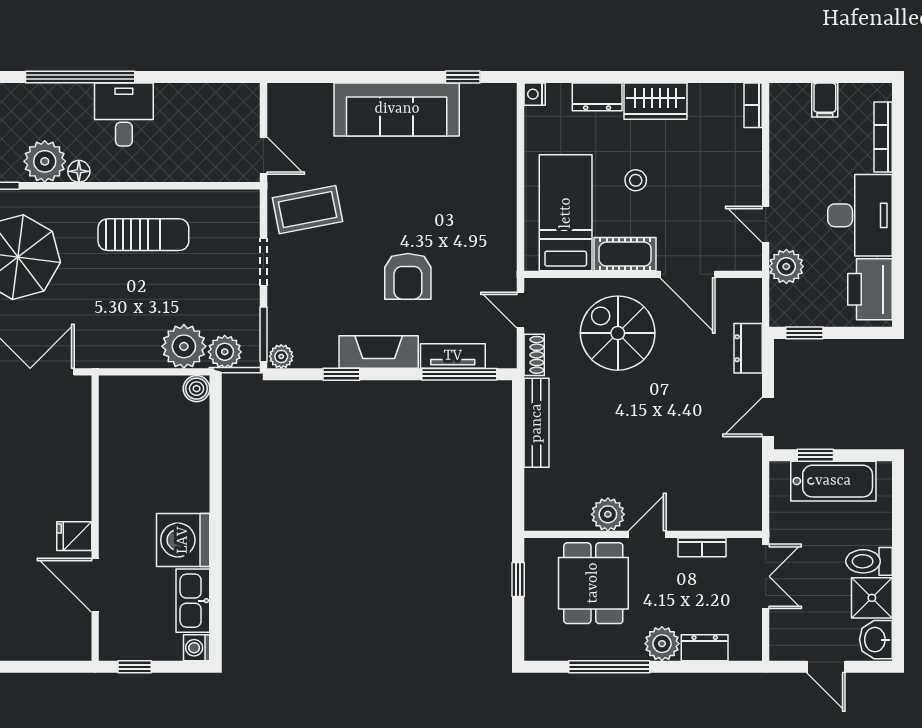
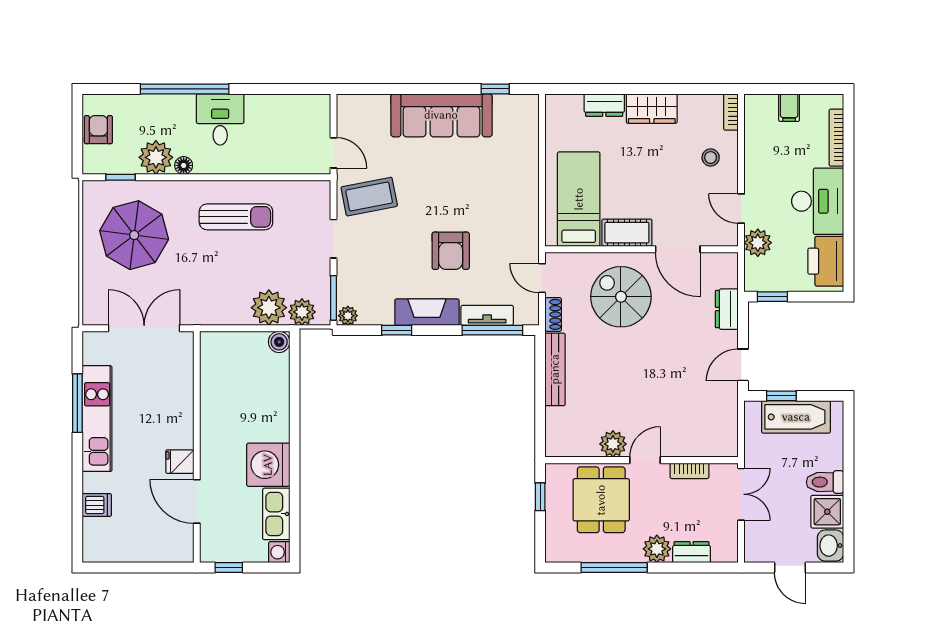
nightstand: (535, 94) -> (553, 103), removed
stool: (636, 180) -> (711, 158), moved

